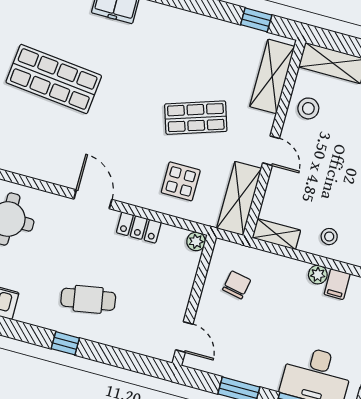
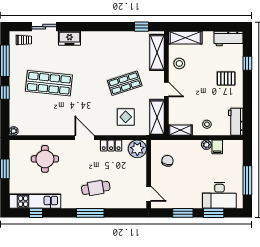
plant: (196, 241) -> (137, 149), width x1.87, depth x1.87
window: (65, 343) -> (90, 213), width x2.17

